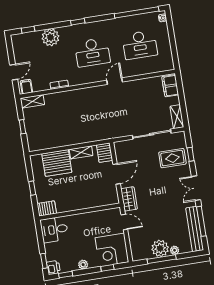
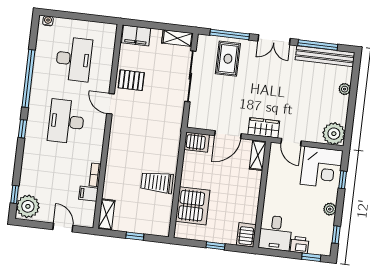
window: (137, 12) -> (28, 78), moved
plant: (50, 37) -> (28, 206), moved
desk: (92, 52) -> (66, 121), turned 180
filing cabinet: (26, 87) -> (88, 194), moved
pallet: (136, 91) -> (131, 80), added
trolley: (67, 132) -> (157, 182), added
shelving: (81, 152) -> (258, 155), moved
window: (191, 154) -> (230, 34), width x2.17
door: (117, 174) -> (228, 135), swing flipped
door: (124, 222) -> (291, 142), swing flipped
plant: (160, 248) -> (334, 134), moved
window: (162, 259) -> (351, 108), removed
printer: (53, 268) -> (300, 245), moved

